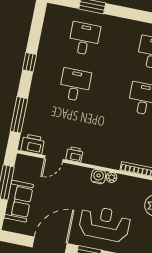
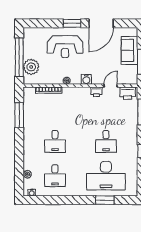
desk: (84, 39) -> (106, 176), width x1.87, depth x1.30
water cooler: (98, 177) -> (86, 79), moved

